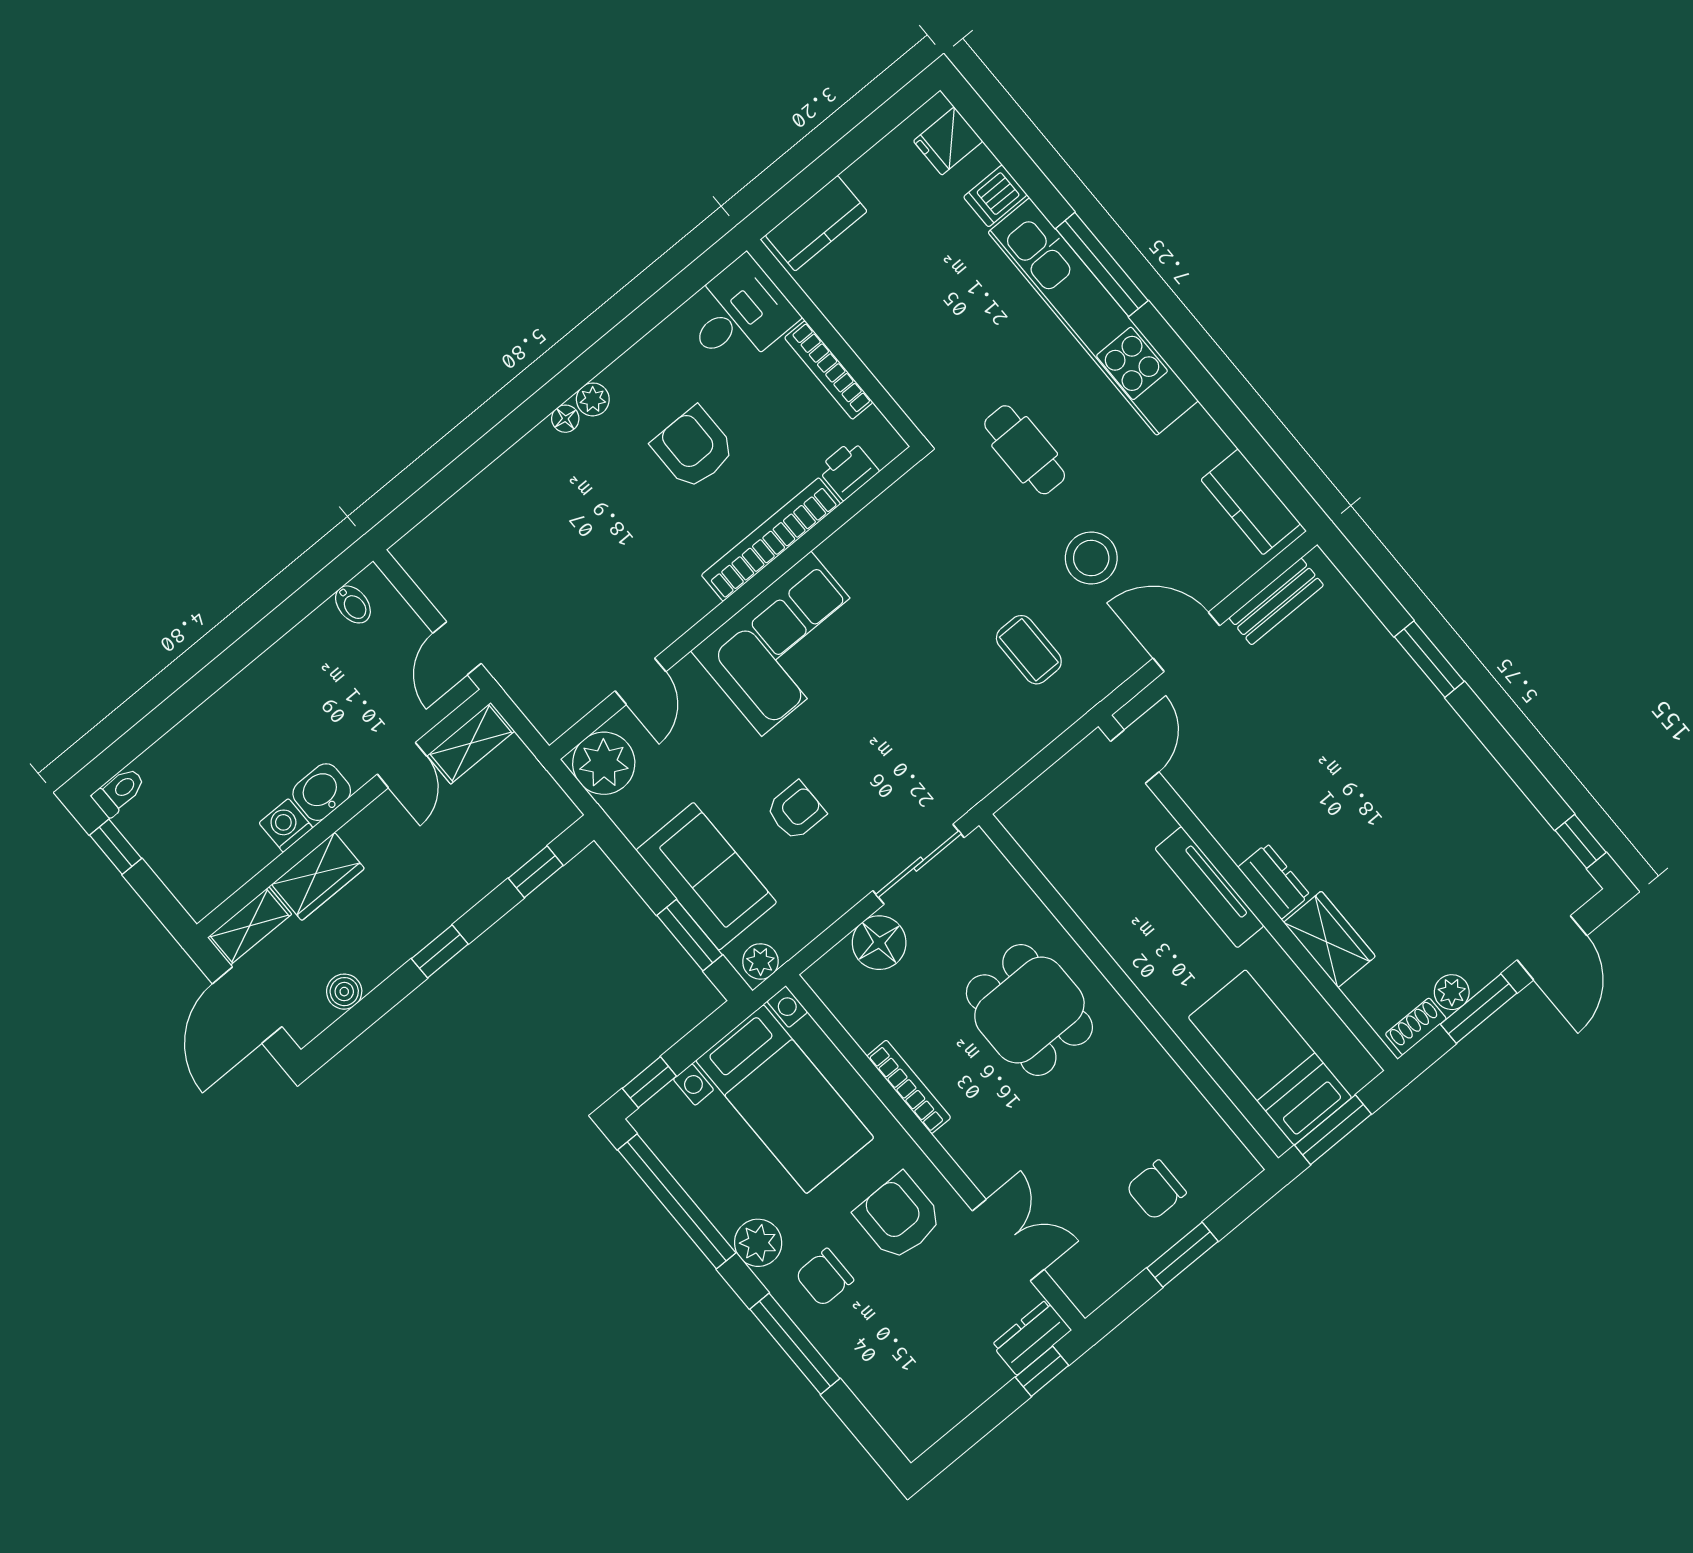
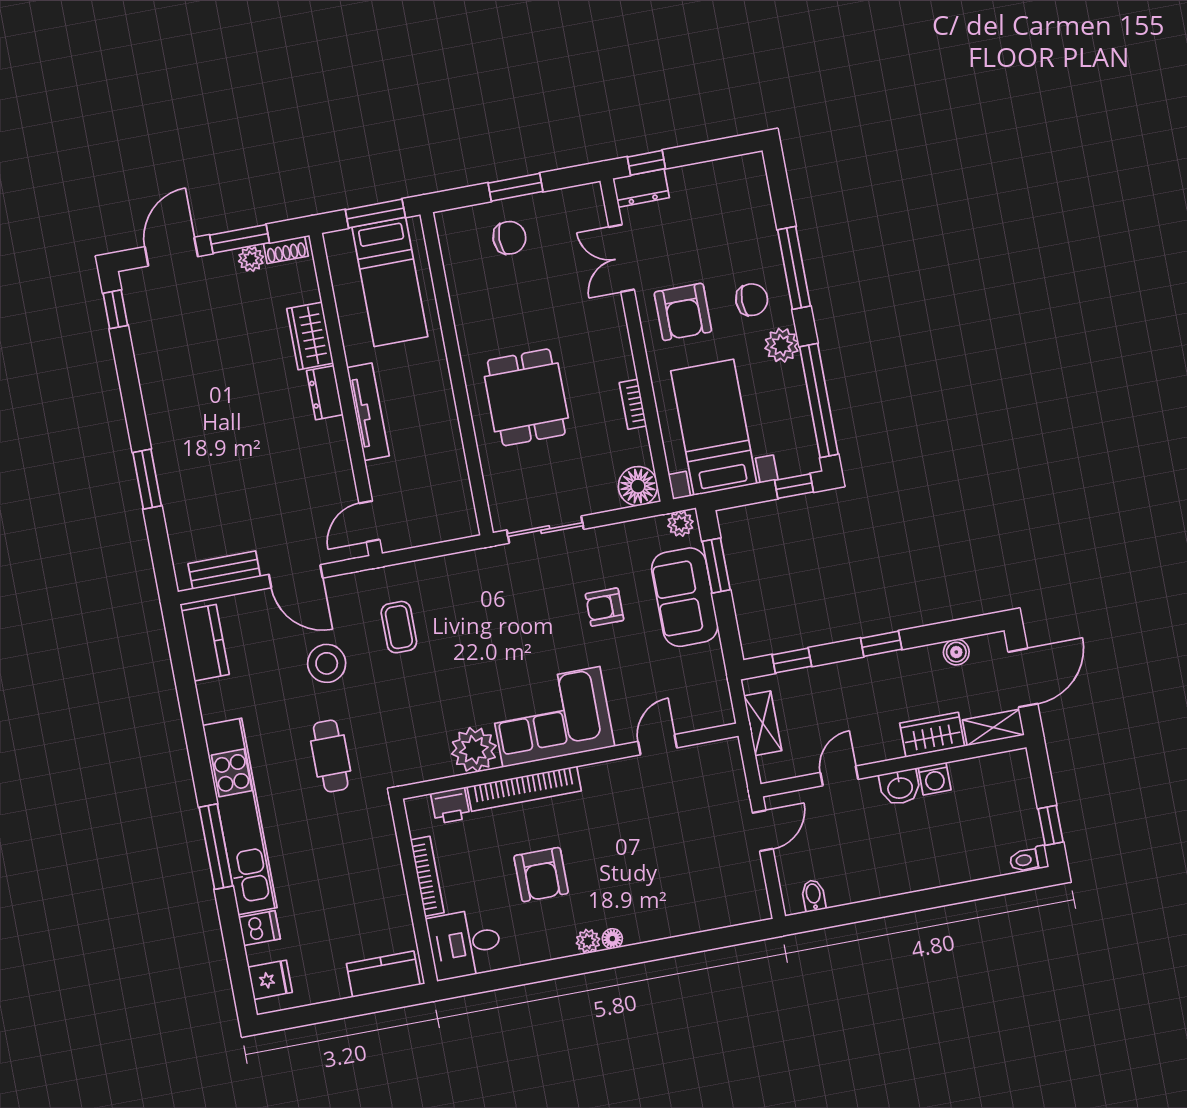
shelving: (471, 743) -> (763, 723), moved, turned 90
plant: (604, 763) -> (474, 750), moved
floor lamp: (879, 943) -> (638, 486), moved
bookcase: (909, 1087) -> (633, 404), width x0.64

